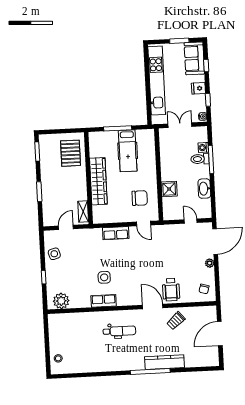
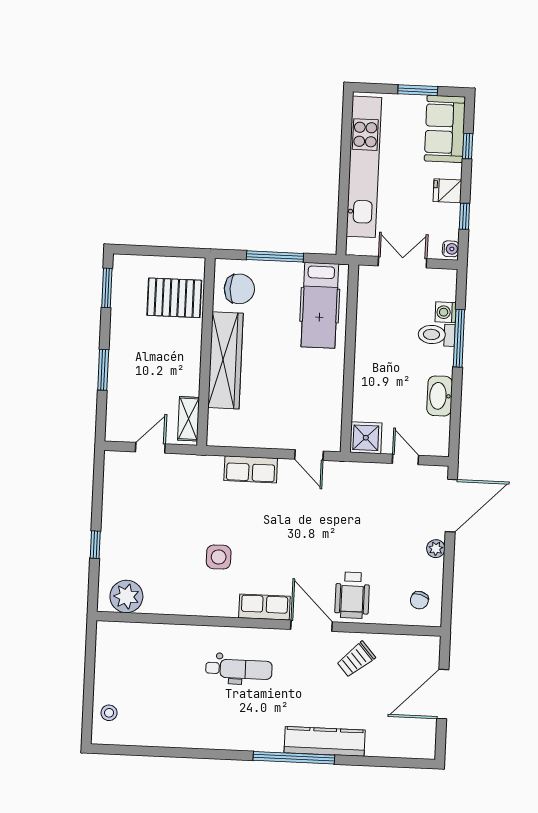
hospital bed: (128, 151) -> (320, 305), moved
pallet: (71, 153) -> (174, 298), turned 90
shower: (169, 189) -> (366, 438), moved
chair: (140, 198) -> (239, 289), moved
side table: (54, 254) -> (122, 499), removed
row of seats: (104, 301) -> (264, 607), moved

